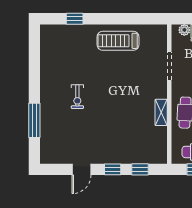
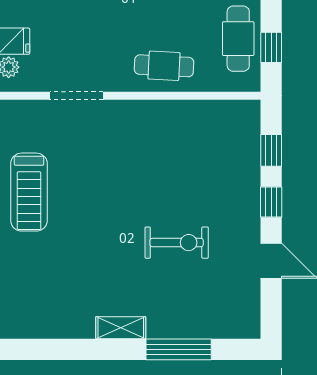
exercise bike: (77, 97) -> (177, 243), moved, width x1.38, depth x1.39
shelving: (161, 112) -> (121, 328), moved

